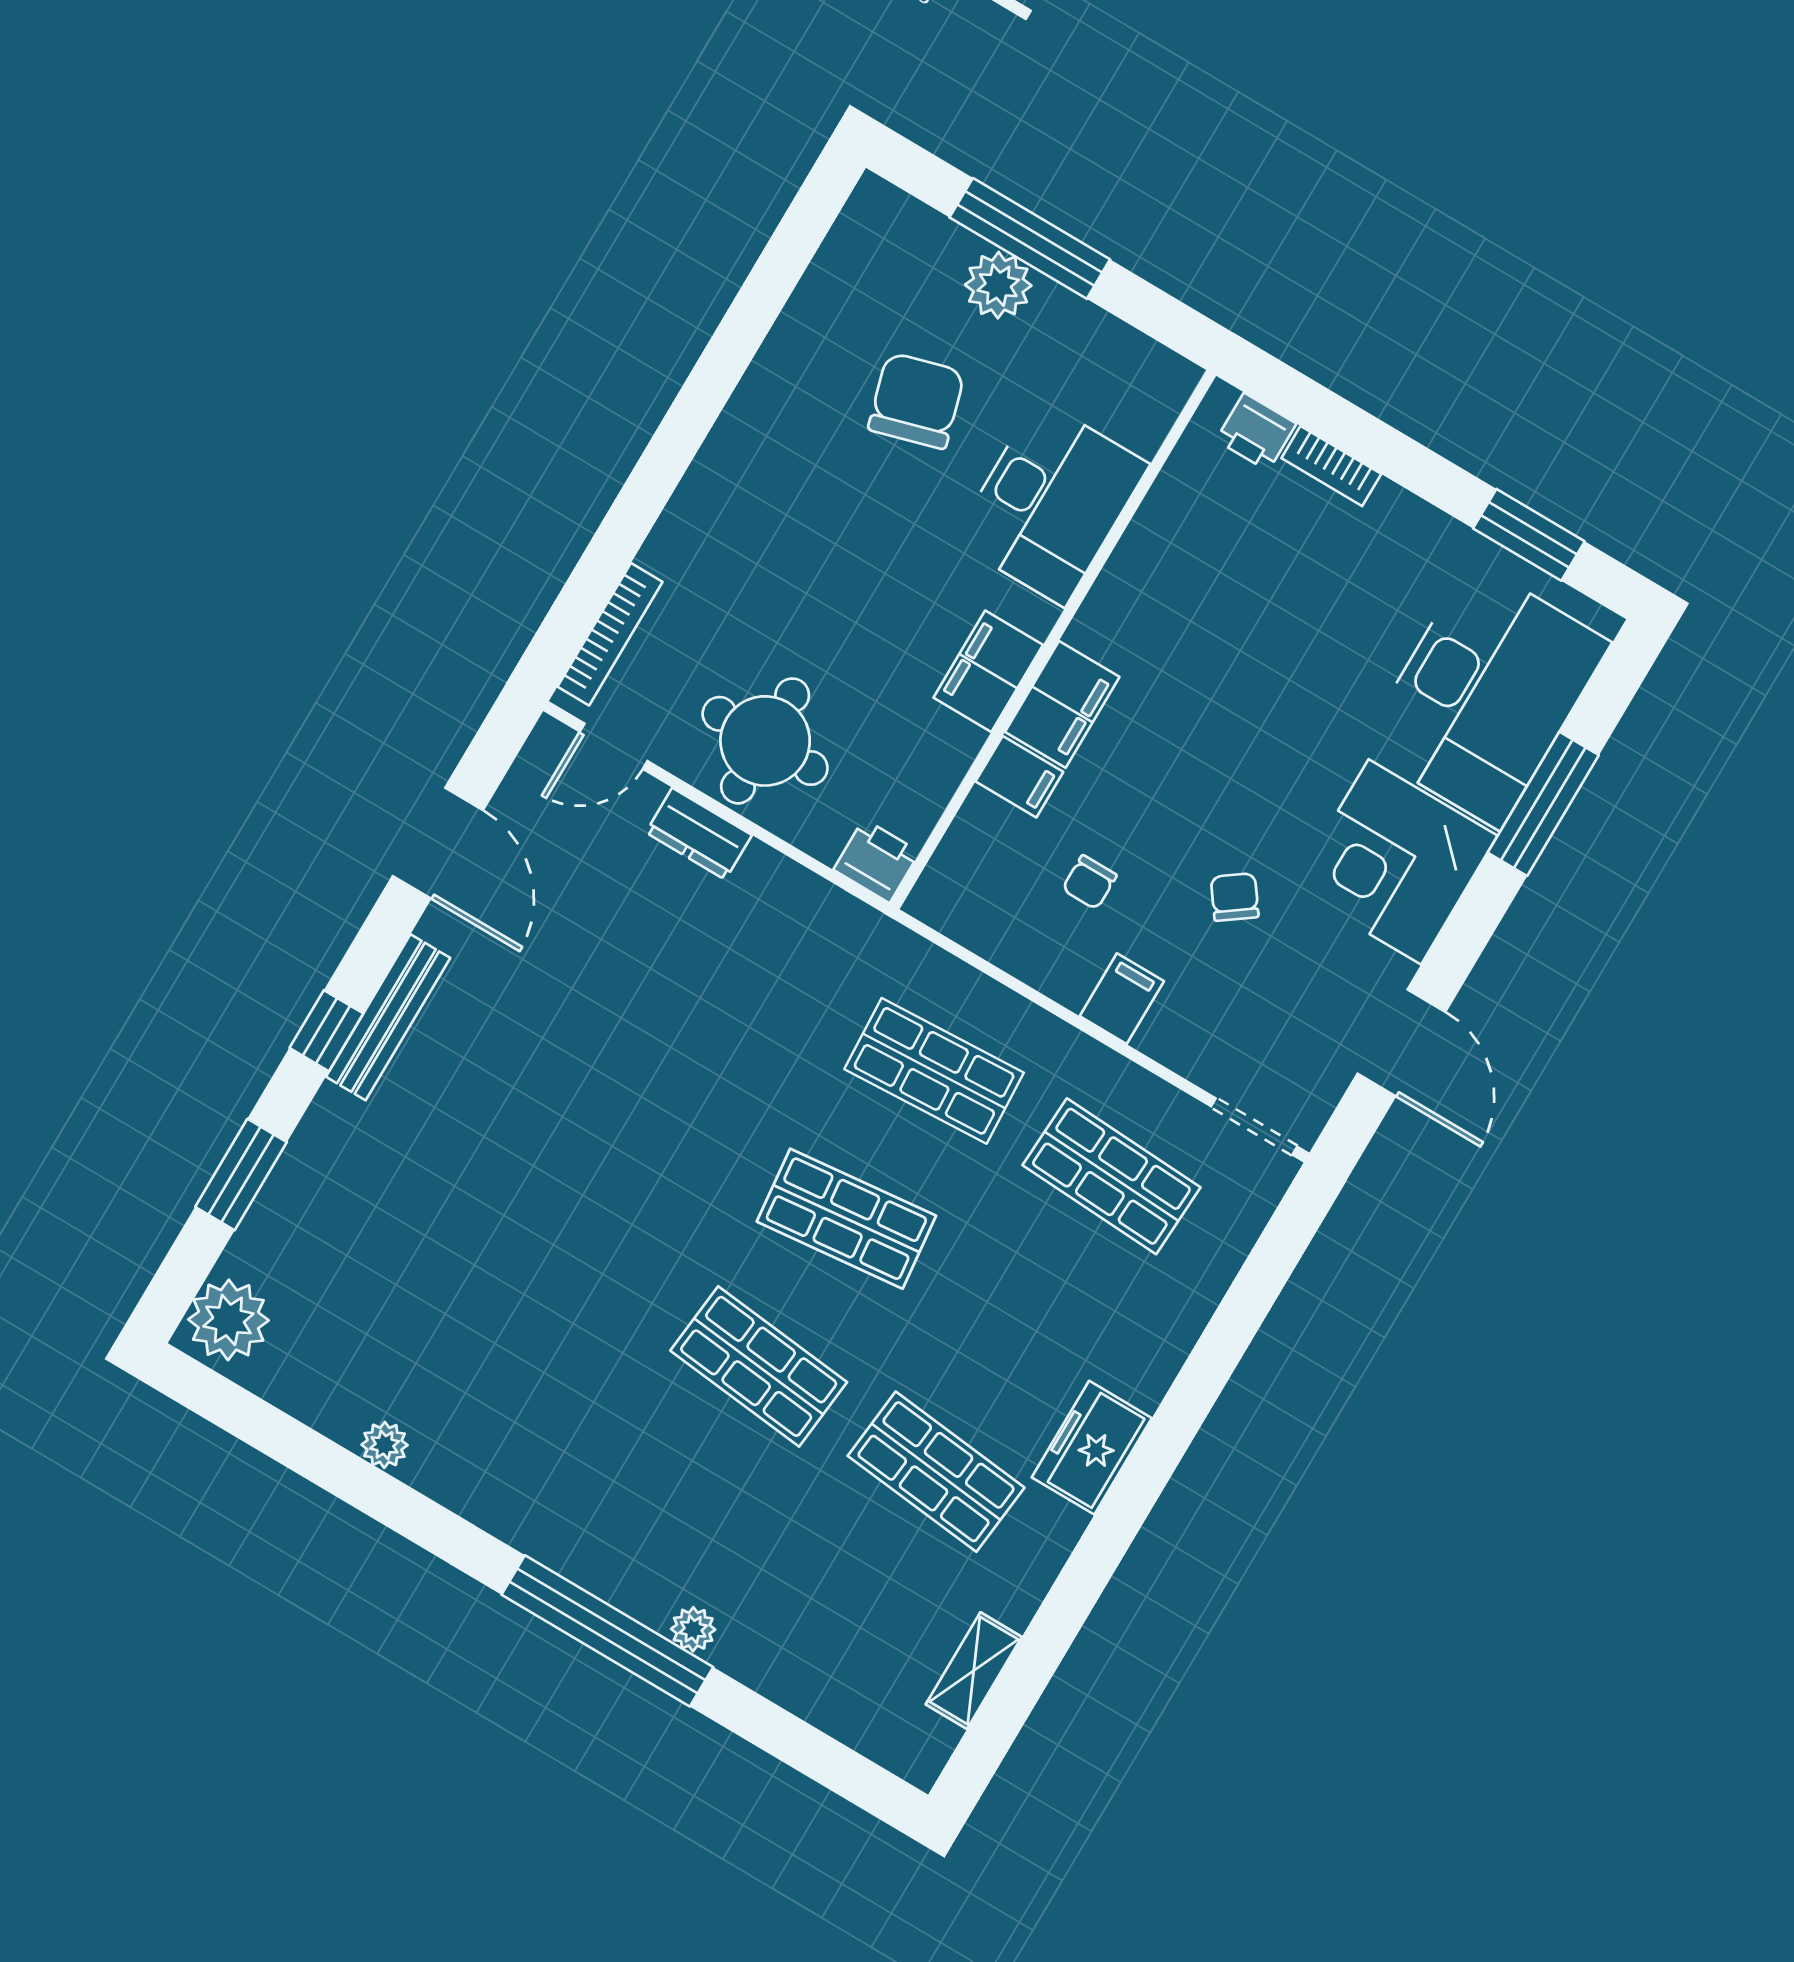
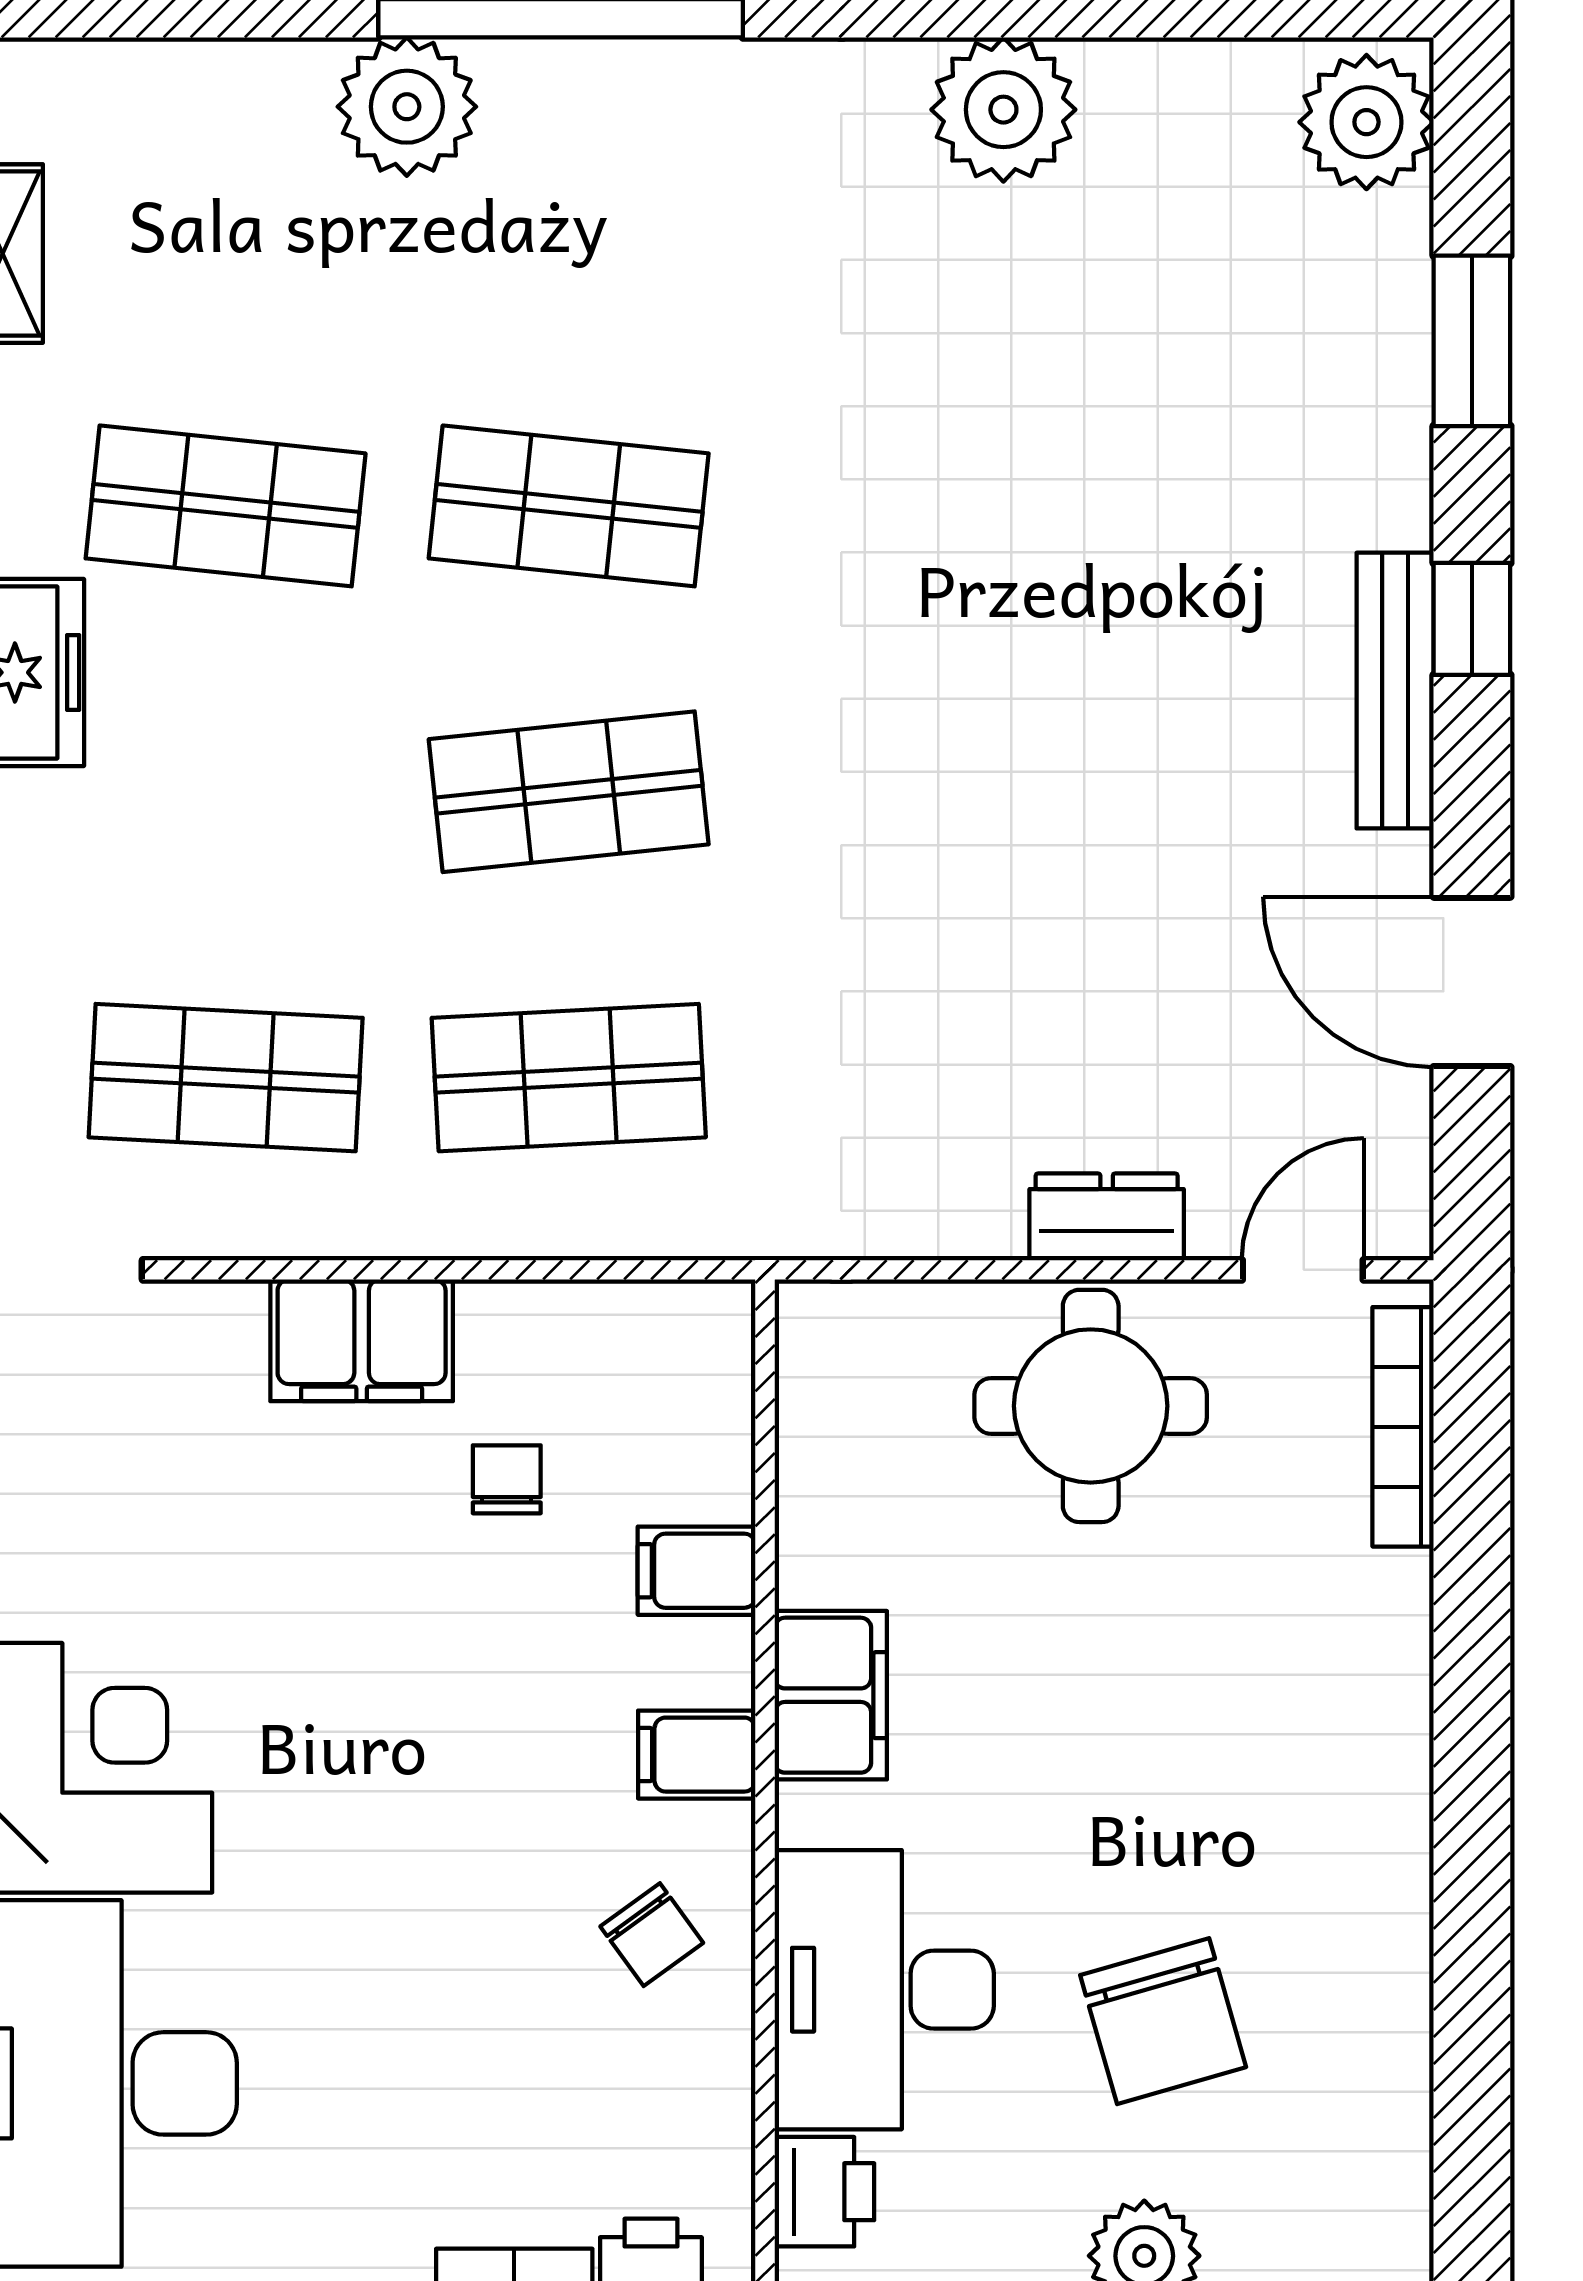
filing cabinet: (1062, 704) -> (697, 1755), width x0.50
printer: (877, 861) -> (824, 2192), moved, turned -90
chair: (1235, 897) -> (652, 1935), moved
filing cabinet: (1122, 999) -> (362, 1340), width x2.00
plant: (385, 1445) -> (1003, 110), width x1.87, depth x1.87
plant: (693, 1629) -> (407, 107), width x1.88, depth x1.88

